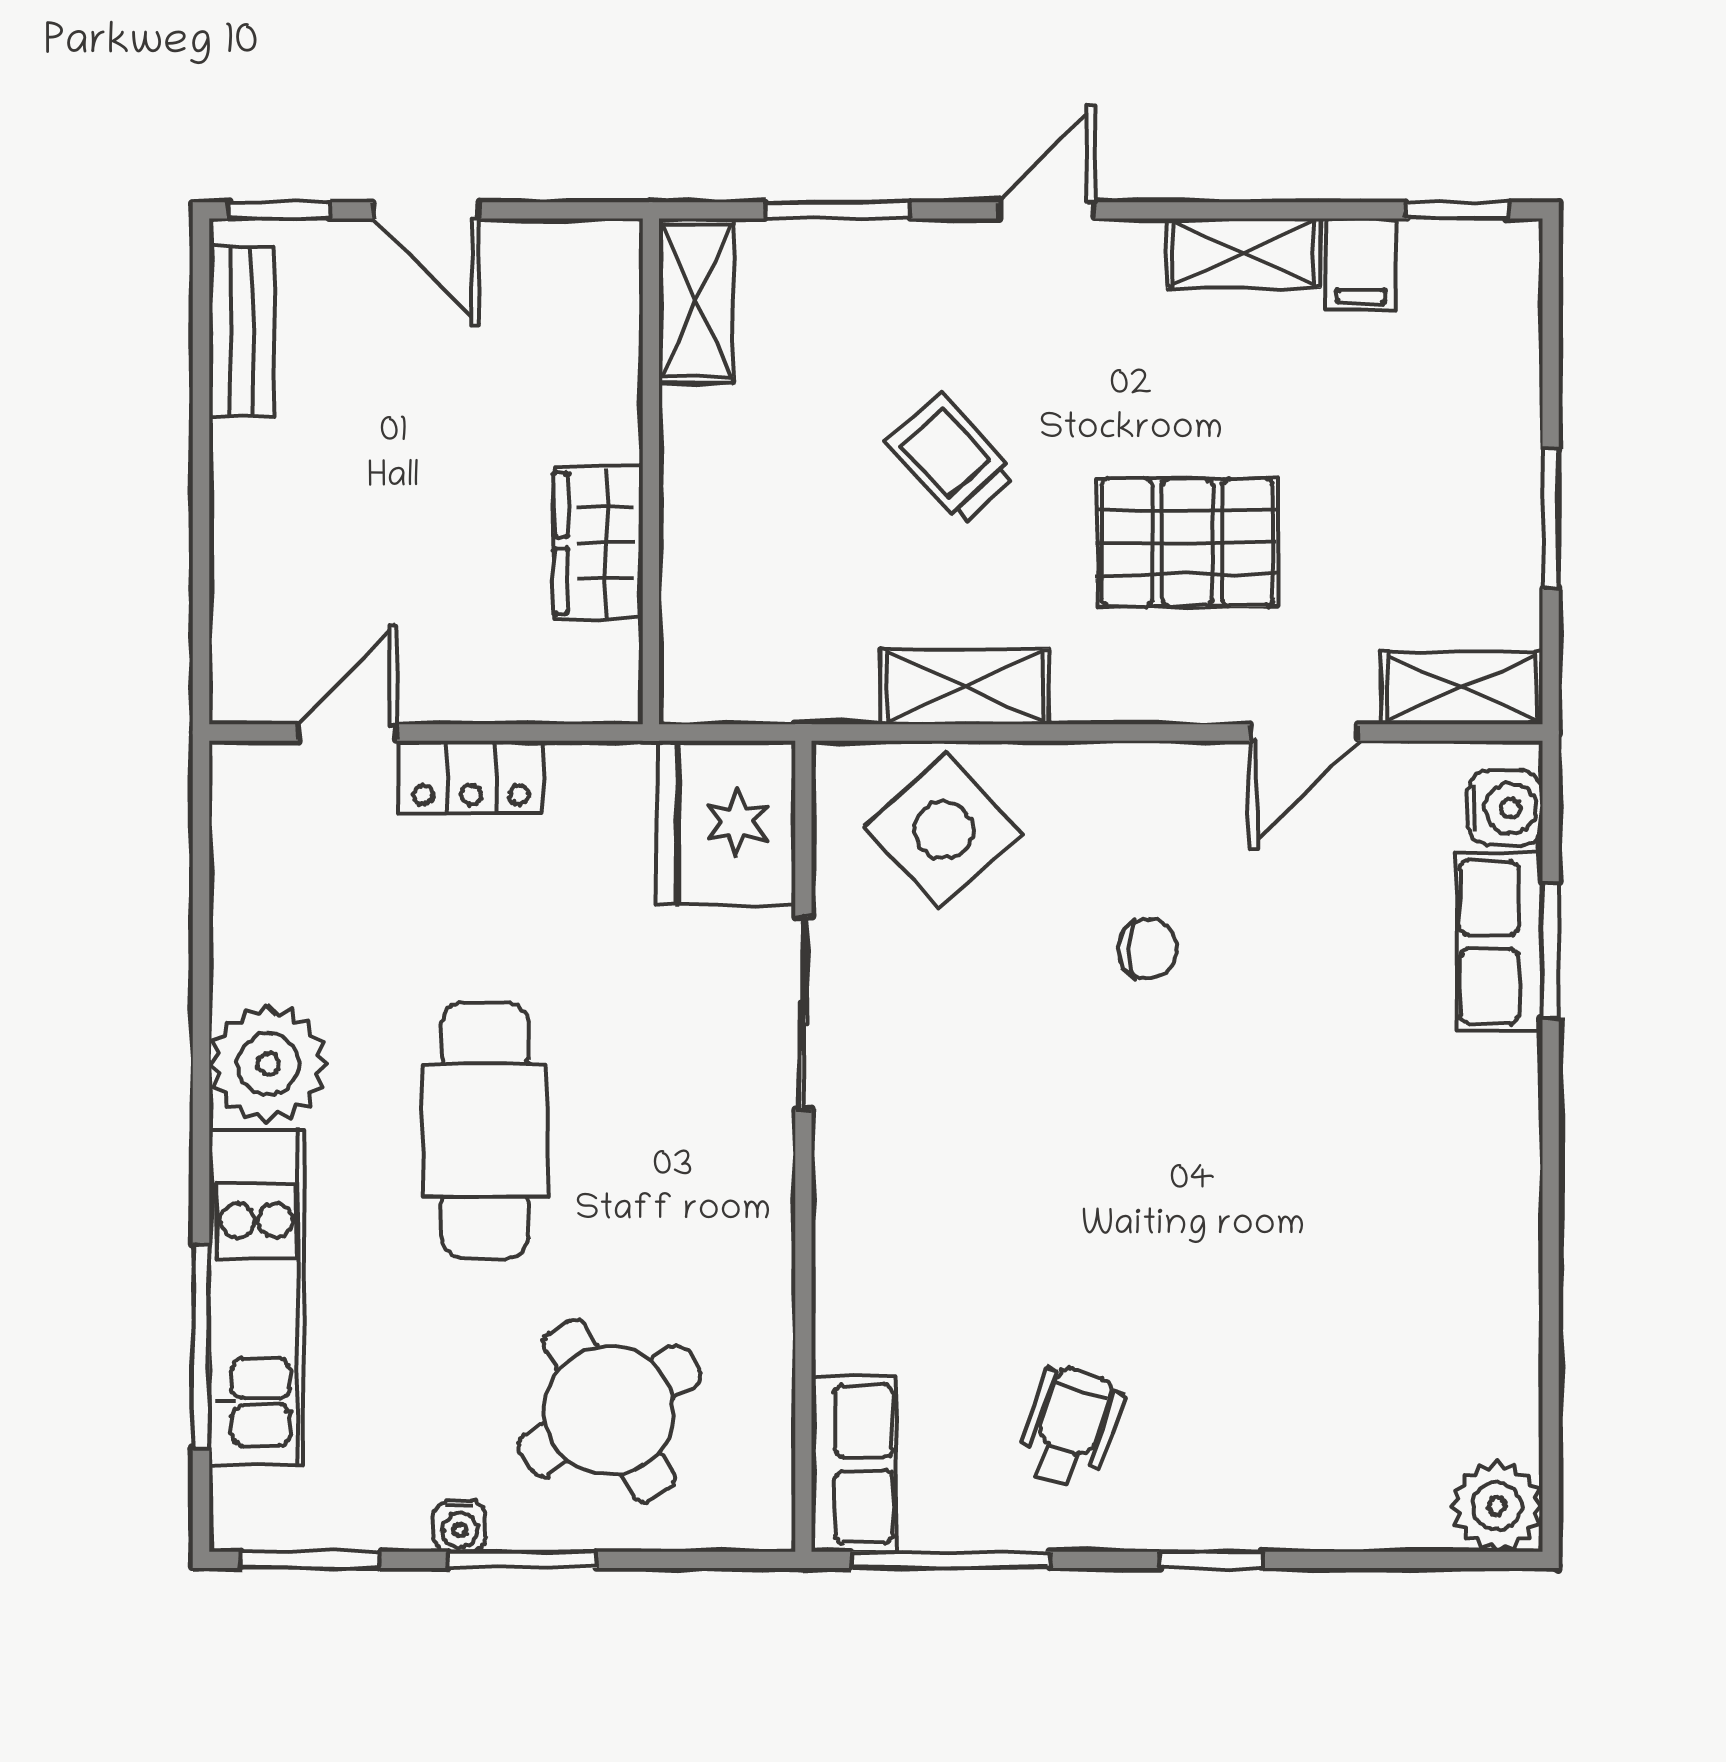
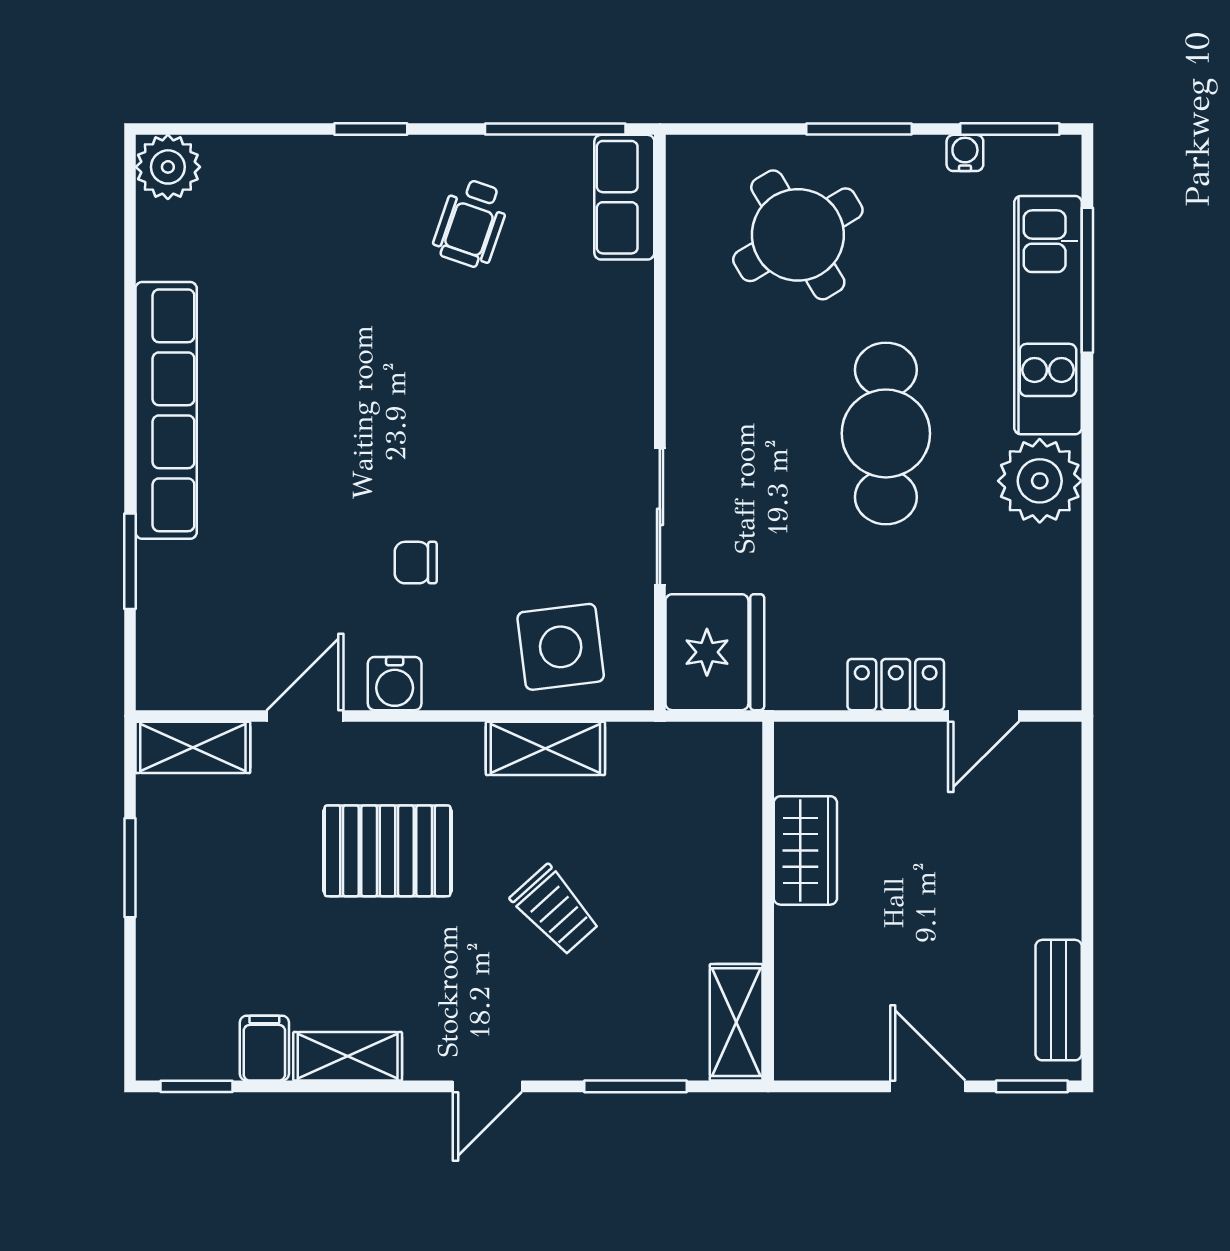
water cooler: (1505, 808) -> (395, 684), moved, turned -90
side table: (943, 830) -> (561, 647), turned 35
row of seats: (1500, 942) -> (166, 410), moved, width x2.02
water cooler: (460, 1526) -> (965, 153), moved

